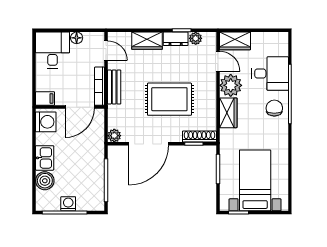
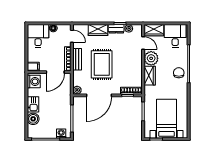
desk: (270, 74) -> (175, 36), moved, turned -90
rug: (169, 99) -> (102, 64), moved, turned 90
washing machine: (68, 204) -> (61, 133), moved

